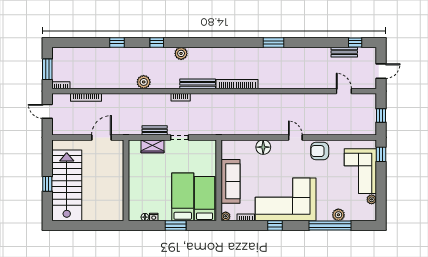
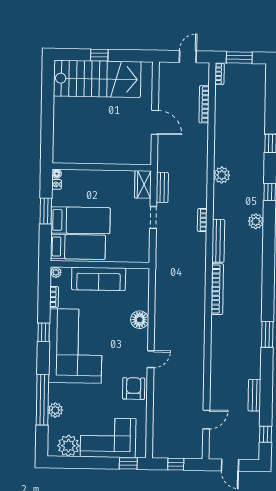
bench: (344, 52) -> (254, 395), moved
wall: (126, 180) -> (102, 167), moved
plant: (372, 199) -> (68, 446), width x1.88, depth x1.88

